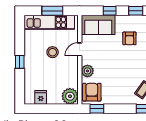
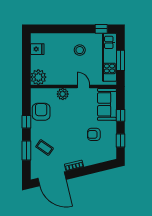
stool: (53, 52) -> (80, 50), moved
window: (20, 62) -> (101, 29), moved
armchair: (92, 92) -> (41, 112), moved, turned -90
window: (97, 109) -> (26, 122), moved

